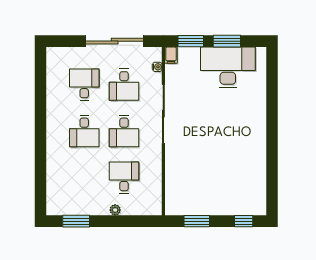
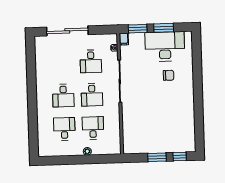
sliding door: (115, 41) -> (67, 31), moved
desk: (84, 85) -> (64, 129), moved
chair: (232, 108) -> (169, 75), added
window: (76, 221) -> (60, 160), removed
window: (197, 221) -> (157, 157), moved

